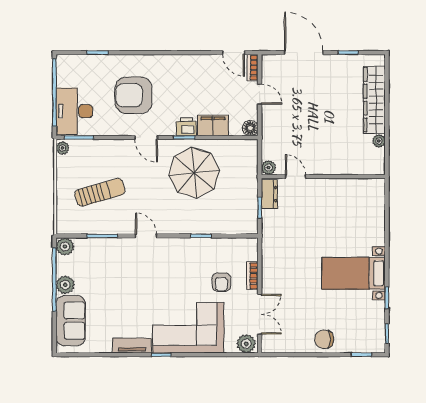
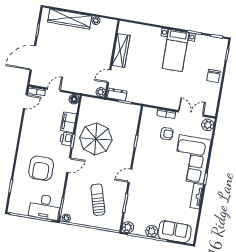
wardrobe: (339, 188) -> (121, 51), added

